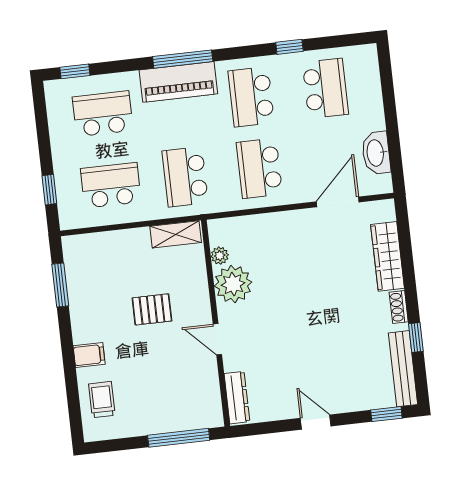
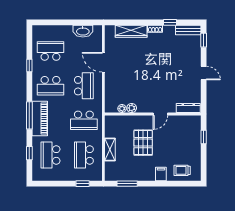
window: (75, 71) -> (29, 153), moved
school desk: (259, 168) -> (84, 86), turned -90
door: (338, 202) -> (103, 62), moved
shelving: (176, 234) -> (110, 150), moved
plant: (233, 284) -> (132, 108), width x0.53, depth x0.53
pallet: (152, 309) -> (143, 143), width x1.50, depth x1.42
bench: (403, 369) -> (188, 30), width x0.73
door: (316, 422) -> (204, 73), swing flipped
window: (179, 438) -> (204, 137), width x0.46

